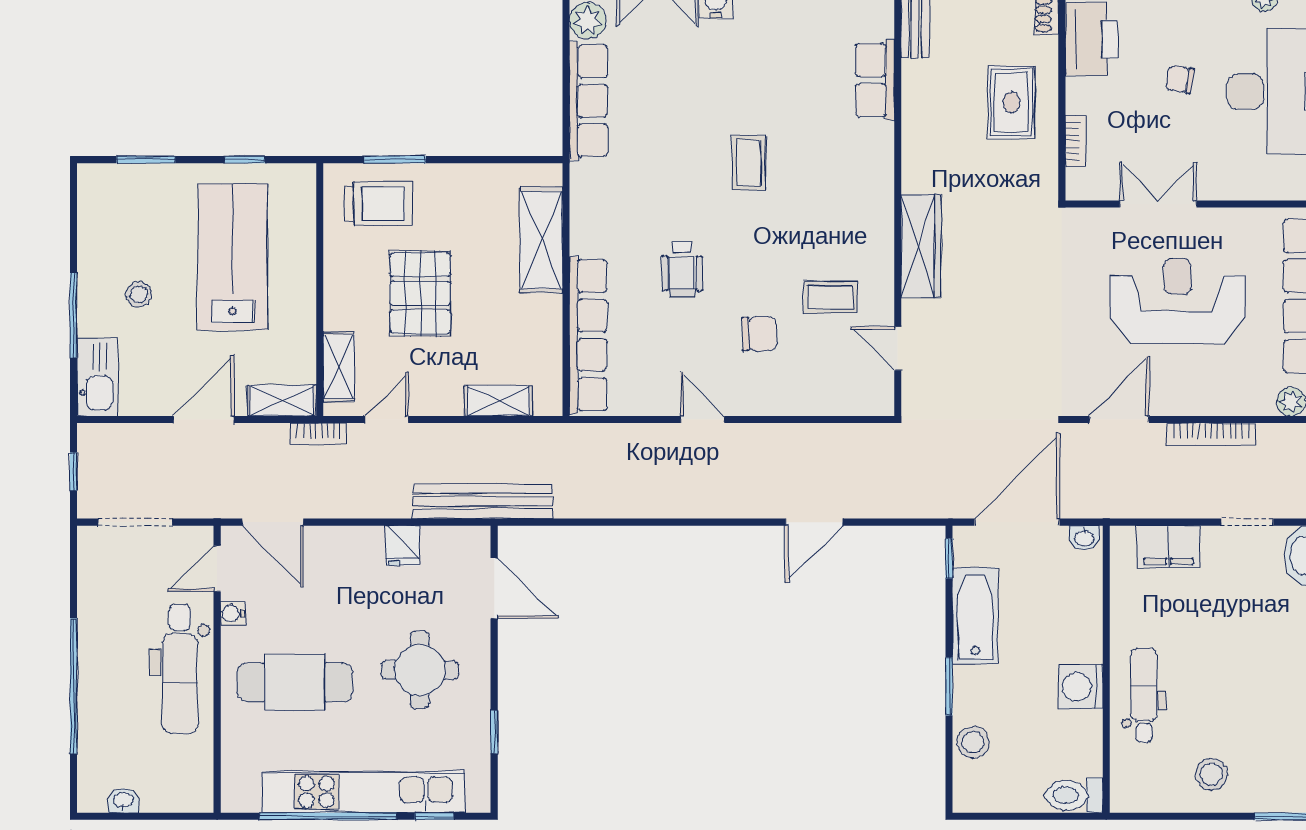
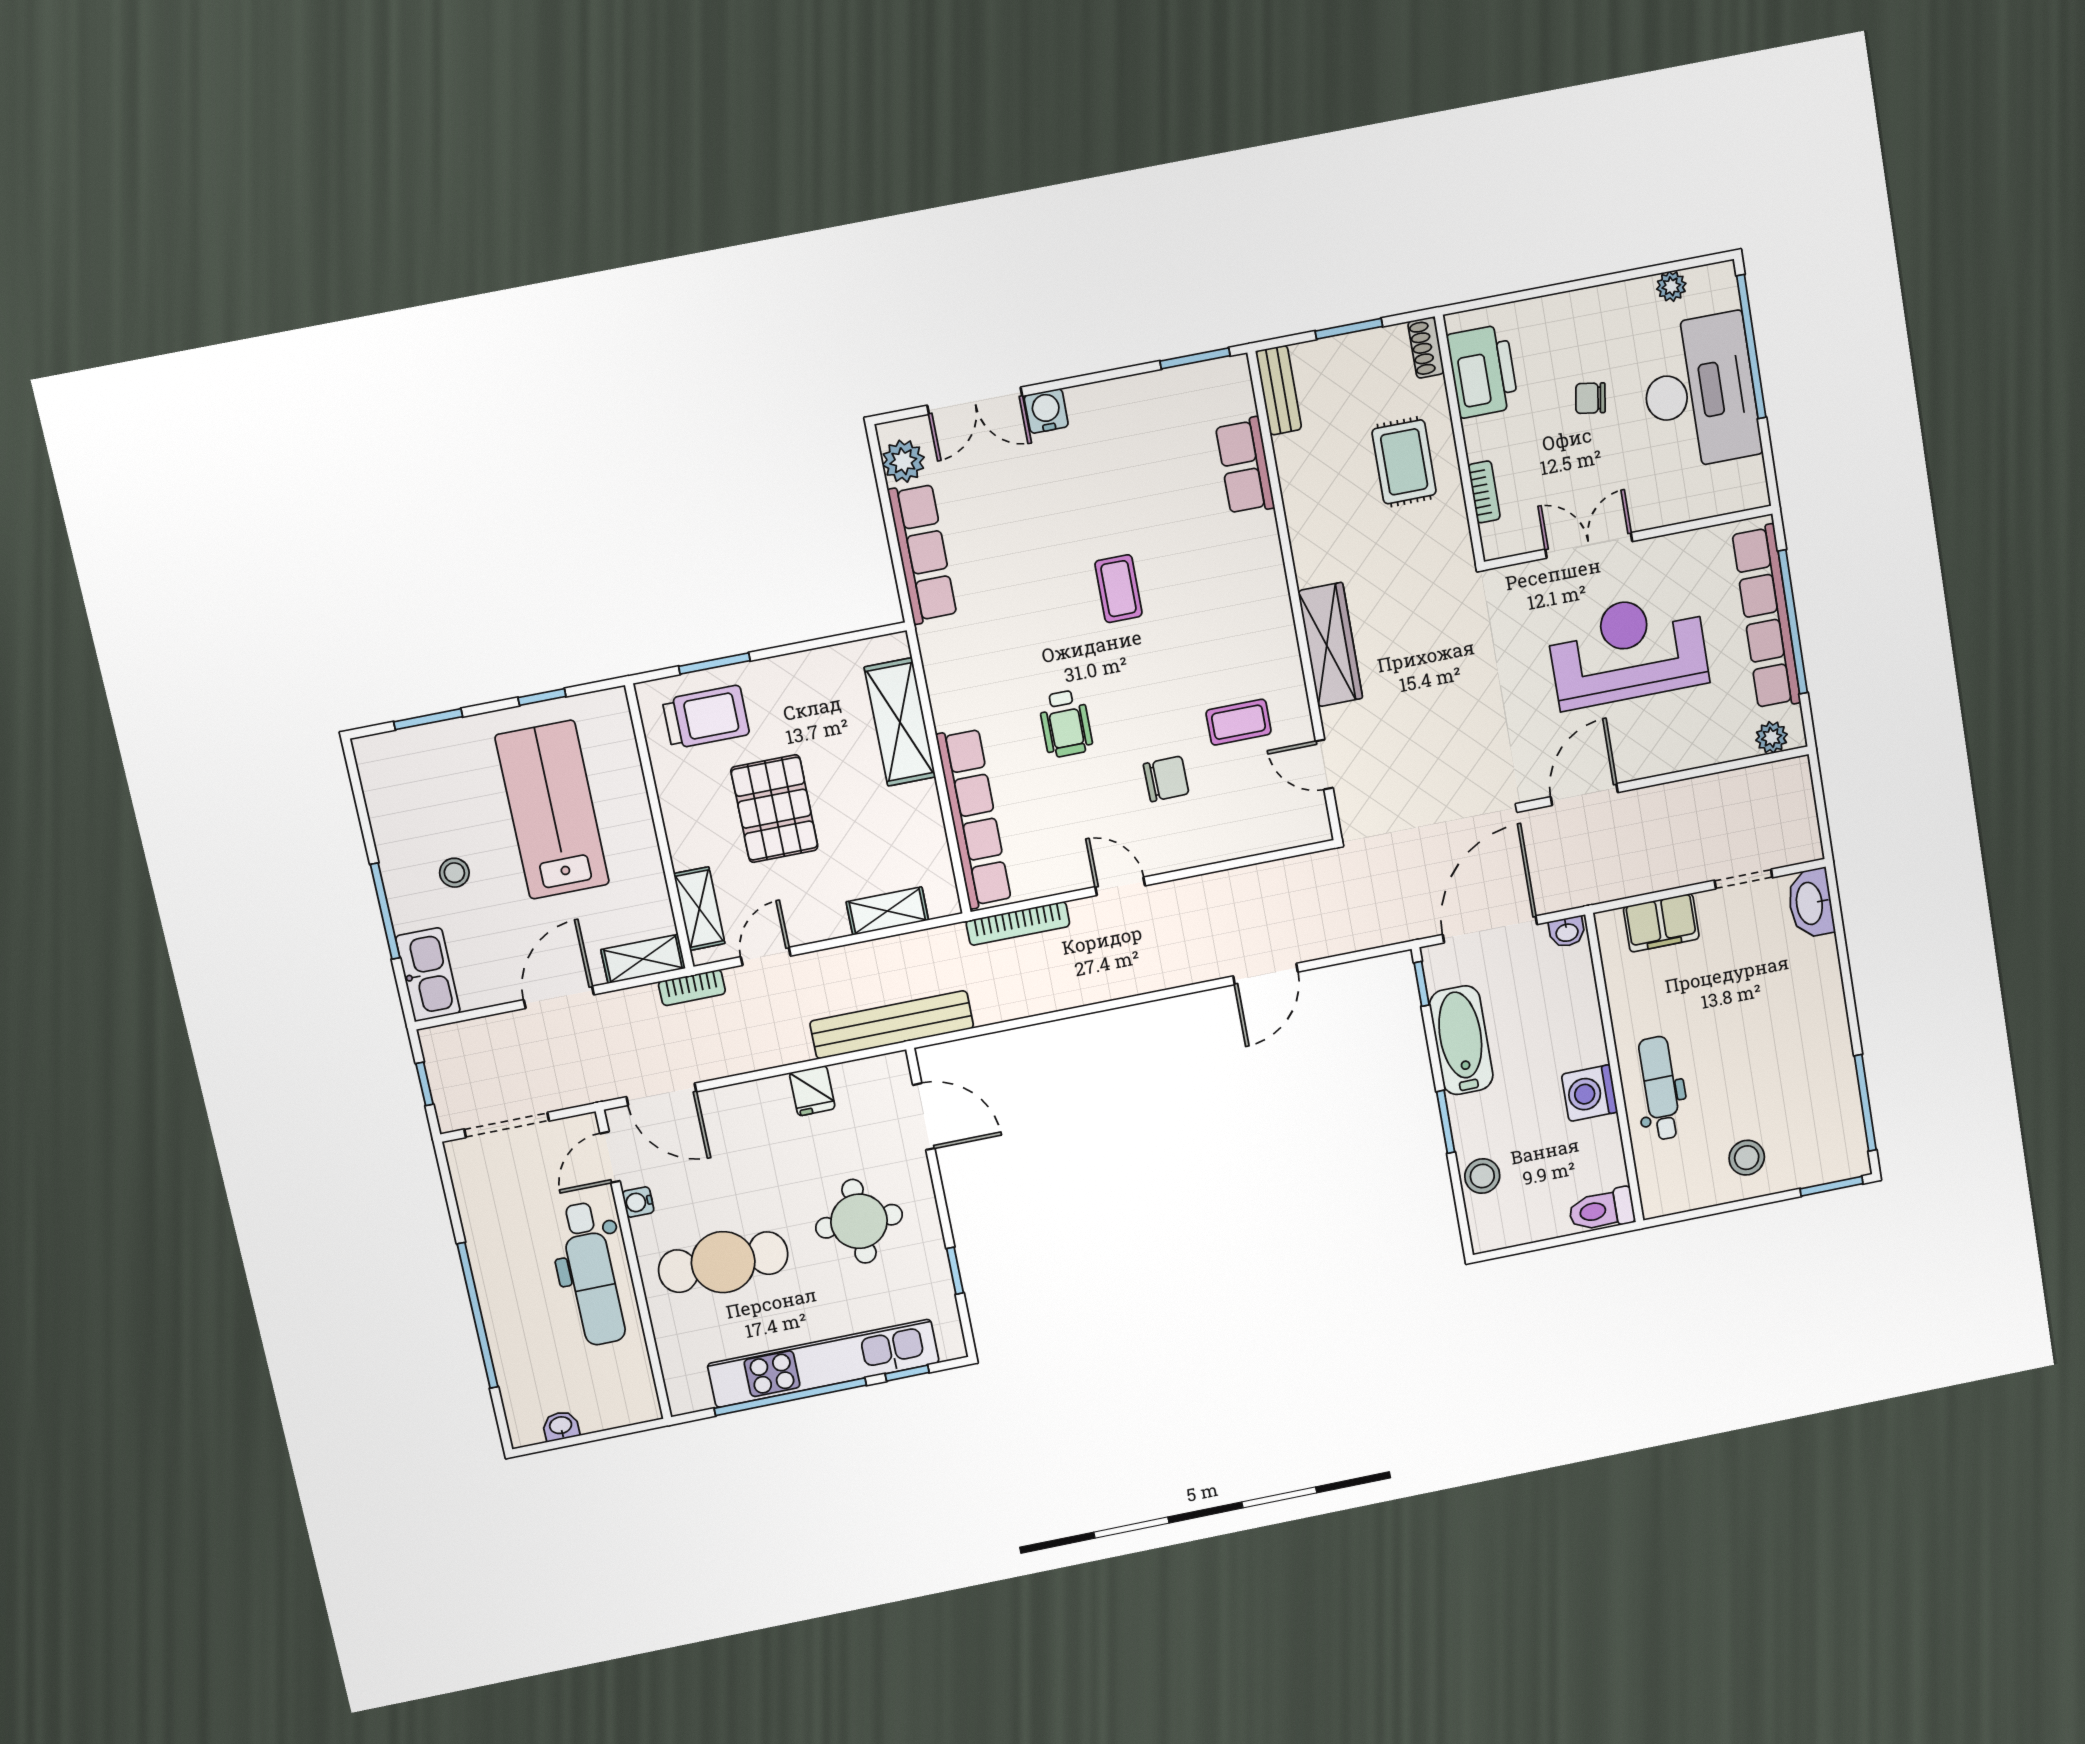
bookcase: (1211, 434) -> (1018, 923), moved

